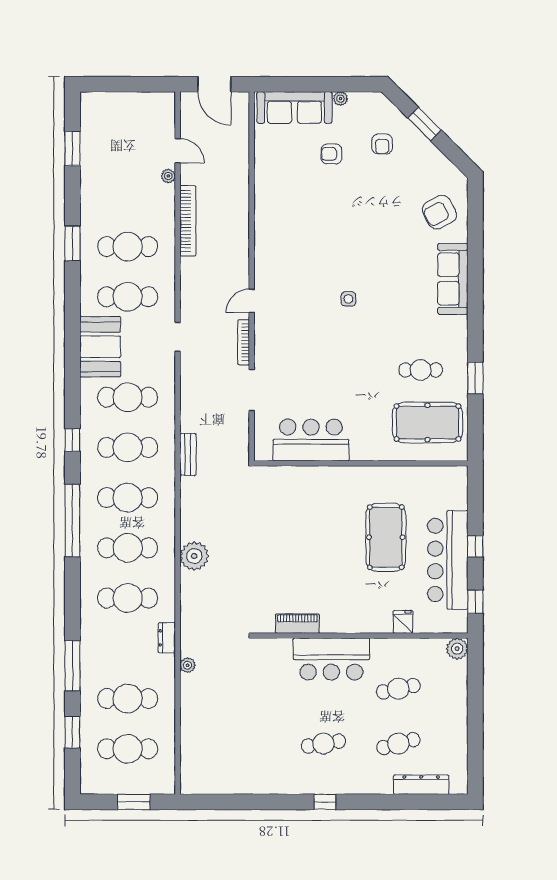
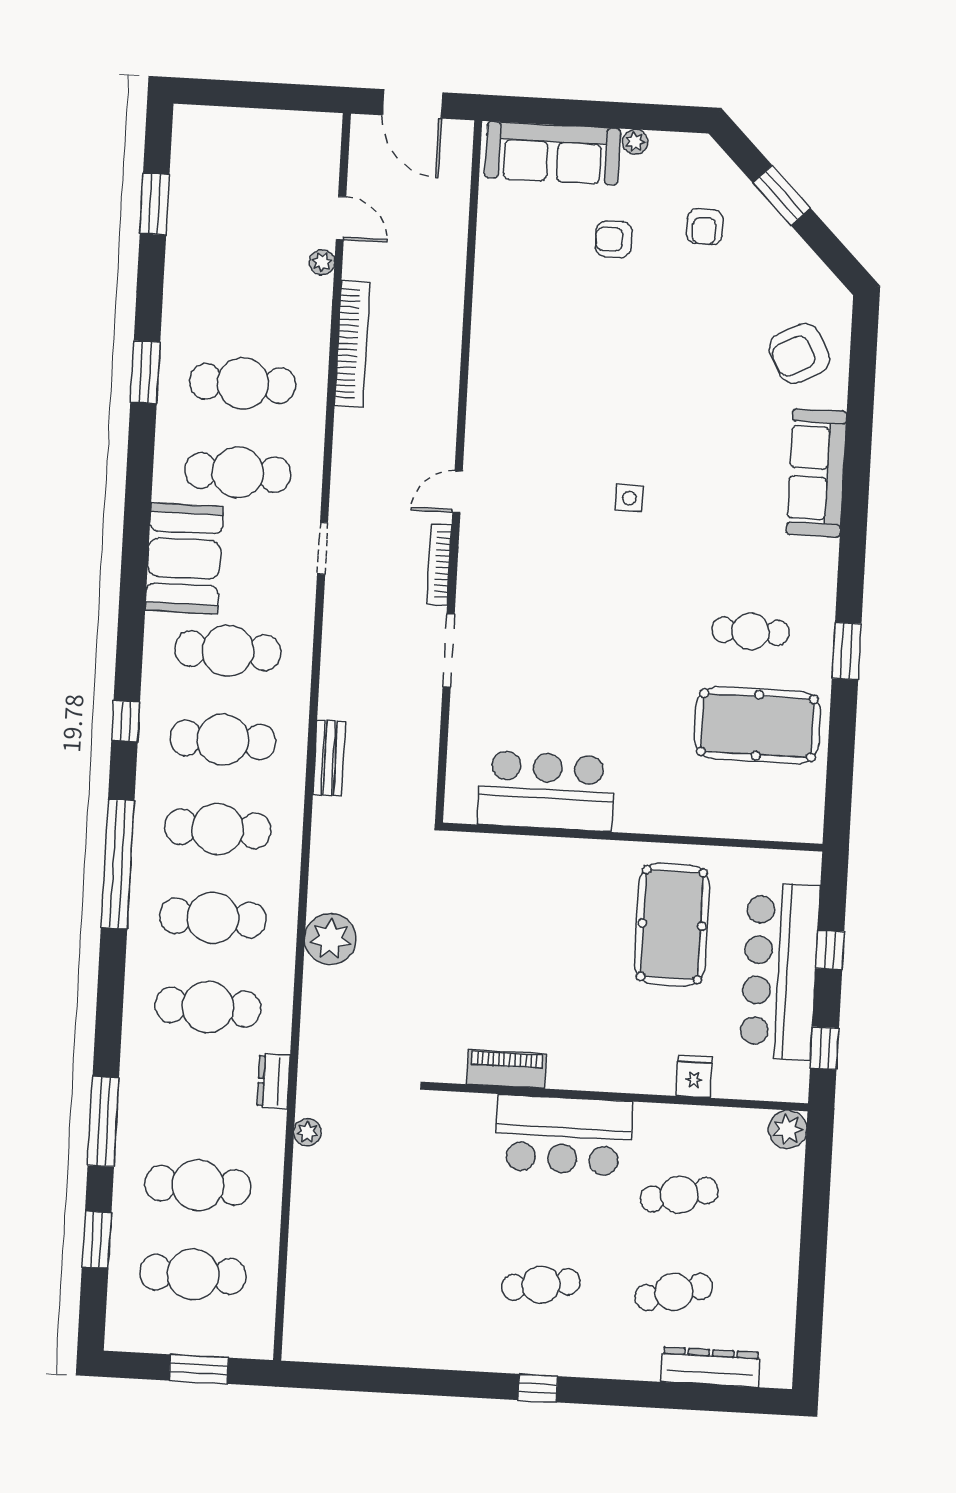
bar counter: (311, 440) -> (546, 791), moved
wall: (361, 463) -> (633, 837), moved

